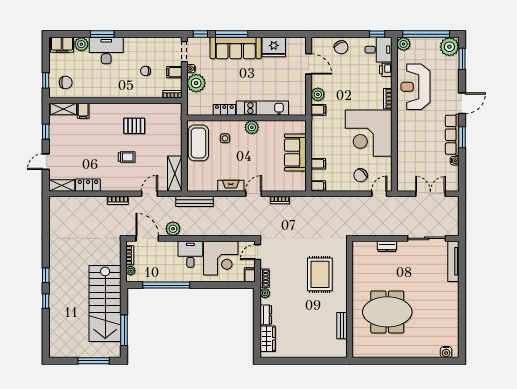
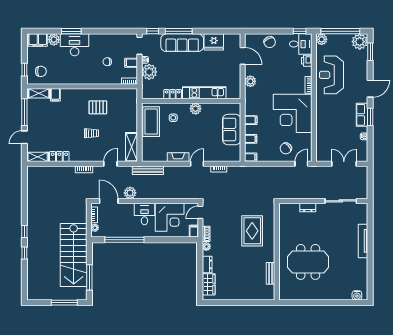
filing cabinet: (318, 110) -> (251, 120), moved
window: (46, 132) -> (24, 112), width x2.17
row of seats: (452, 135) -> (362, 115), width x0.68
tv unit: (453, 261) -> (363, 241), moved

